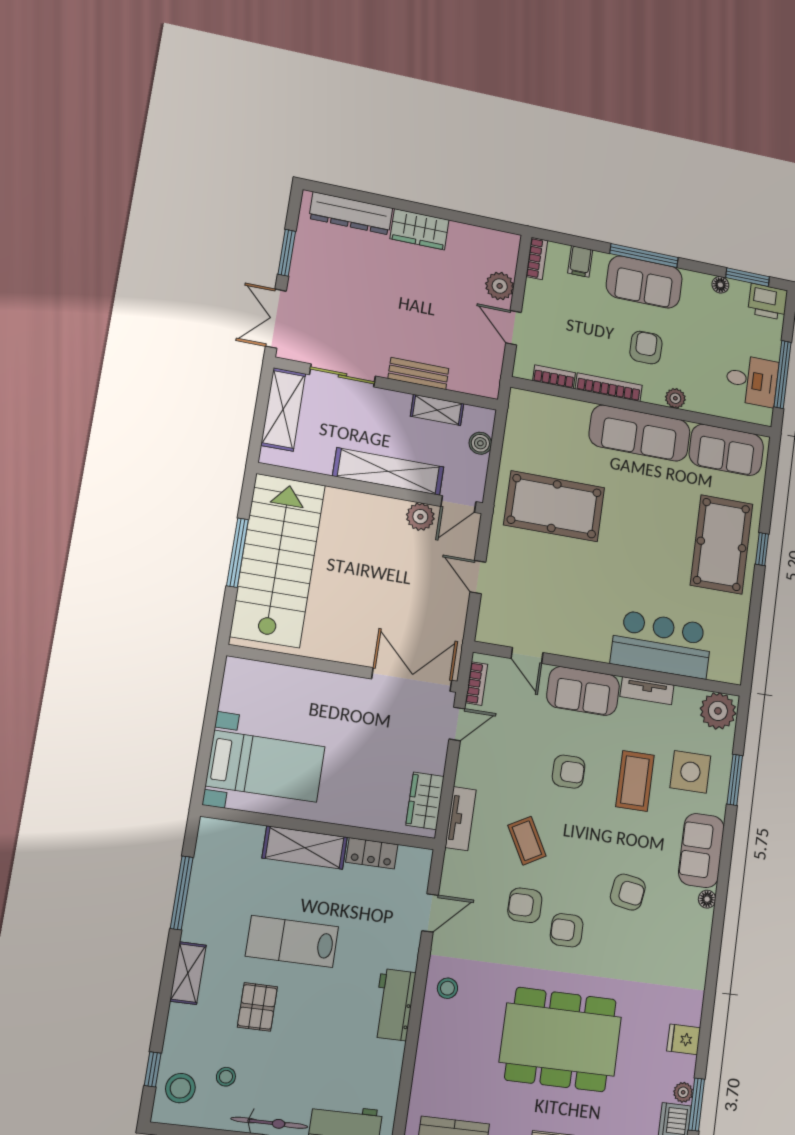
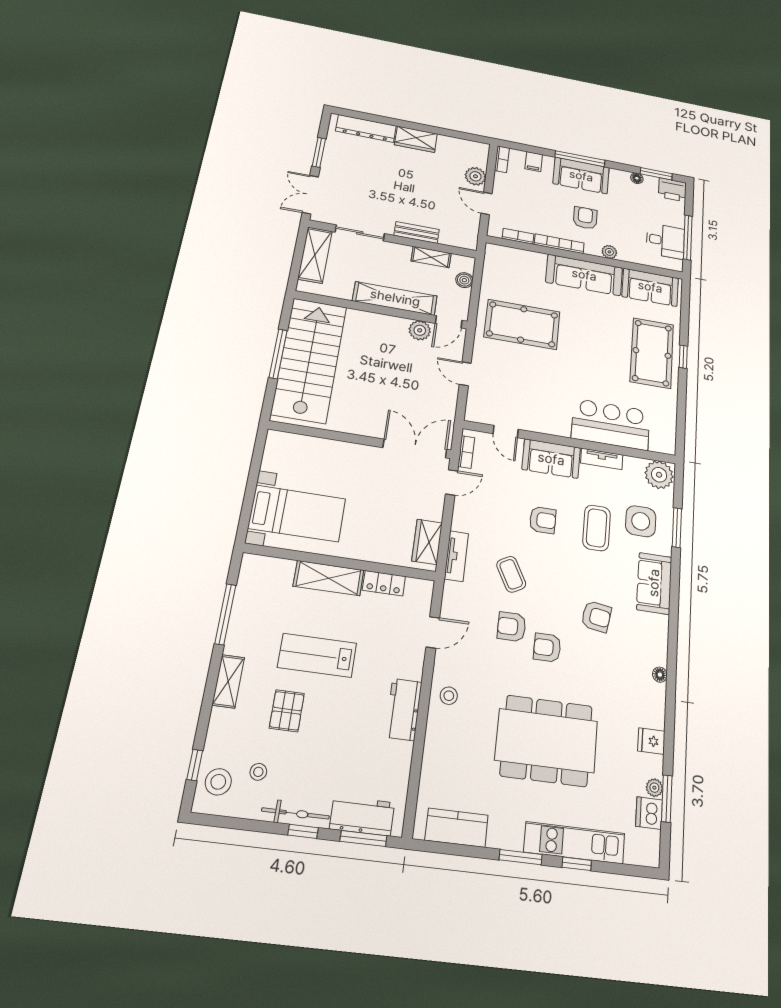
floor lamp: (707, 899) -> (660, 675), moved

